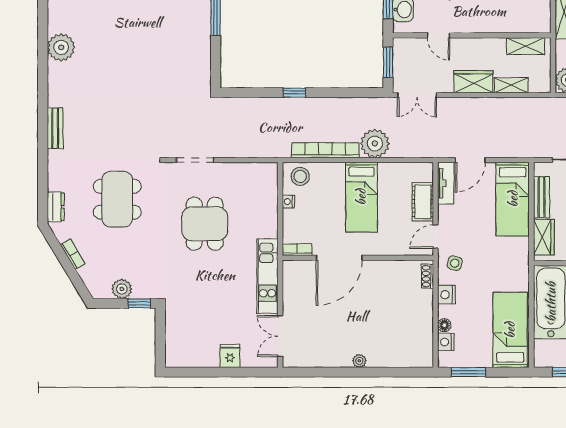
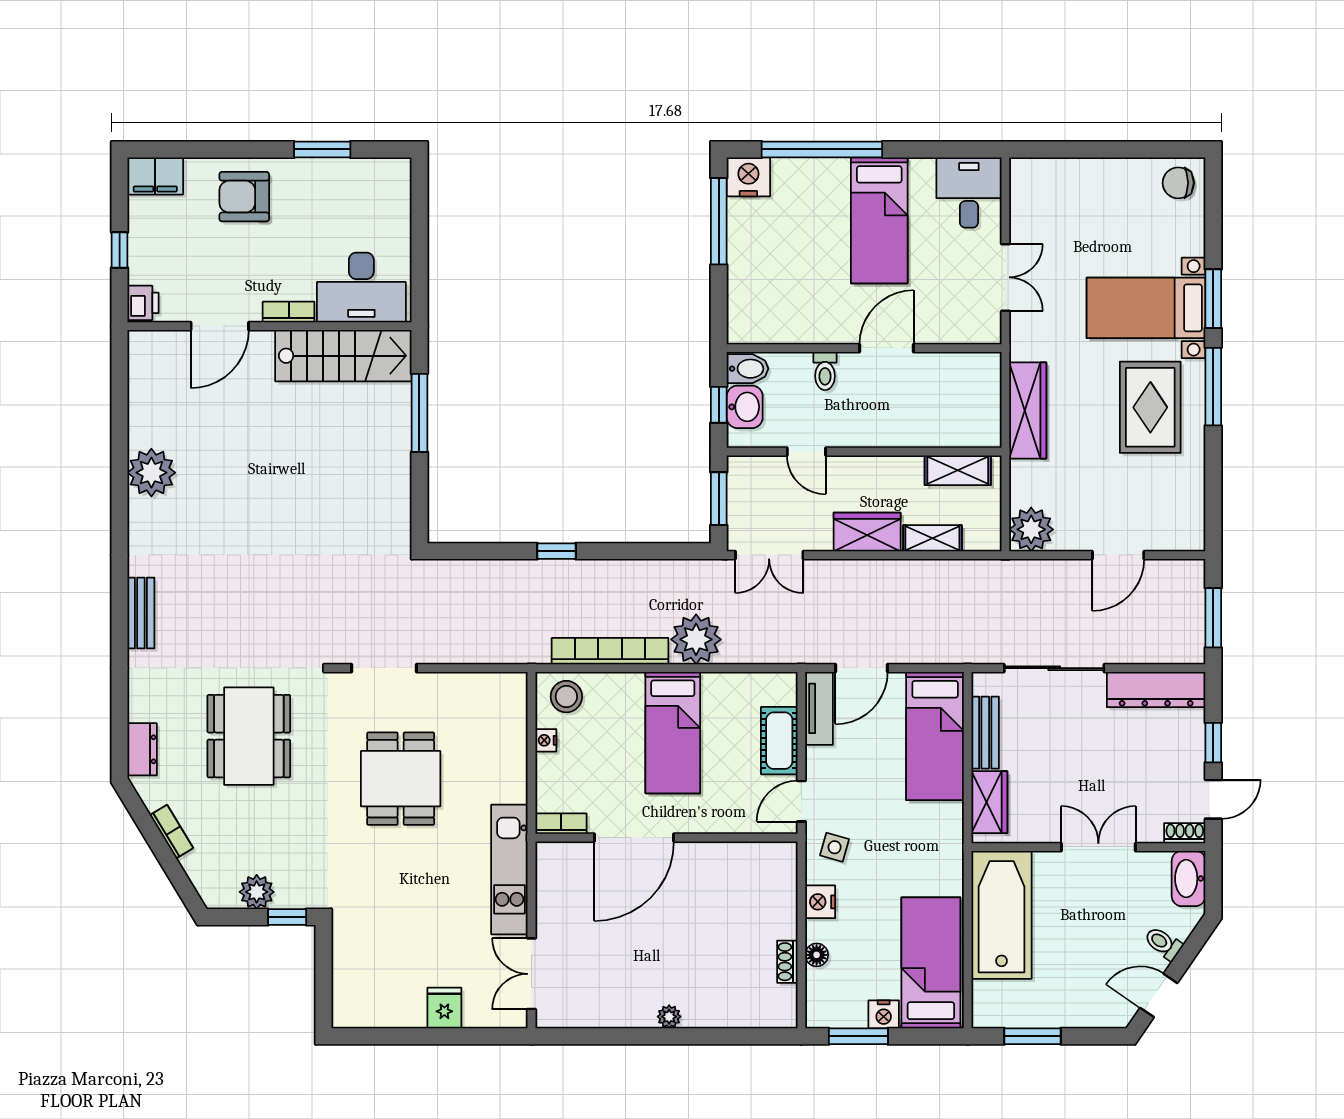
shoe rack: (427, 276) -> (787, 962), moved
nightstand: (446, 342) -> (884, 1014), moved, turned -90

